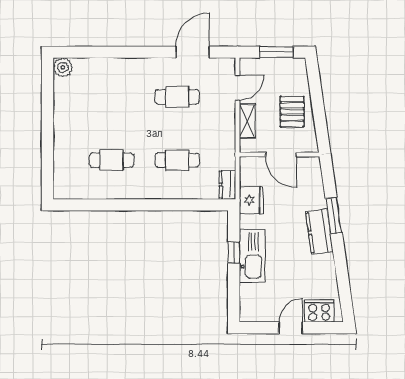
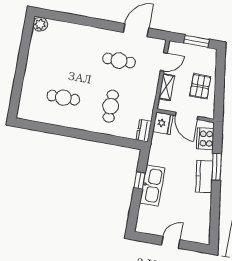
cafe table: (177, 160) -> (111, 106), turned 90
fridge: (251, 200) -> (163, 123), moved
cooker: (319, 311) -> (205, 139), moved, turned -98

